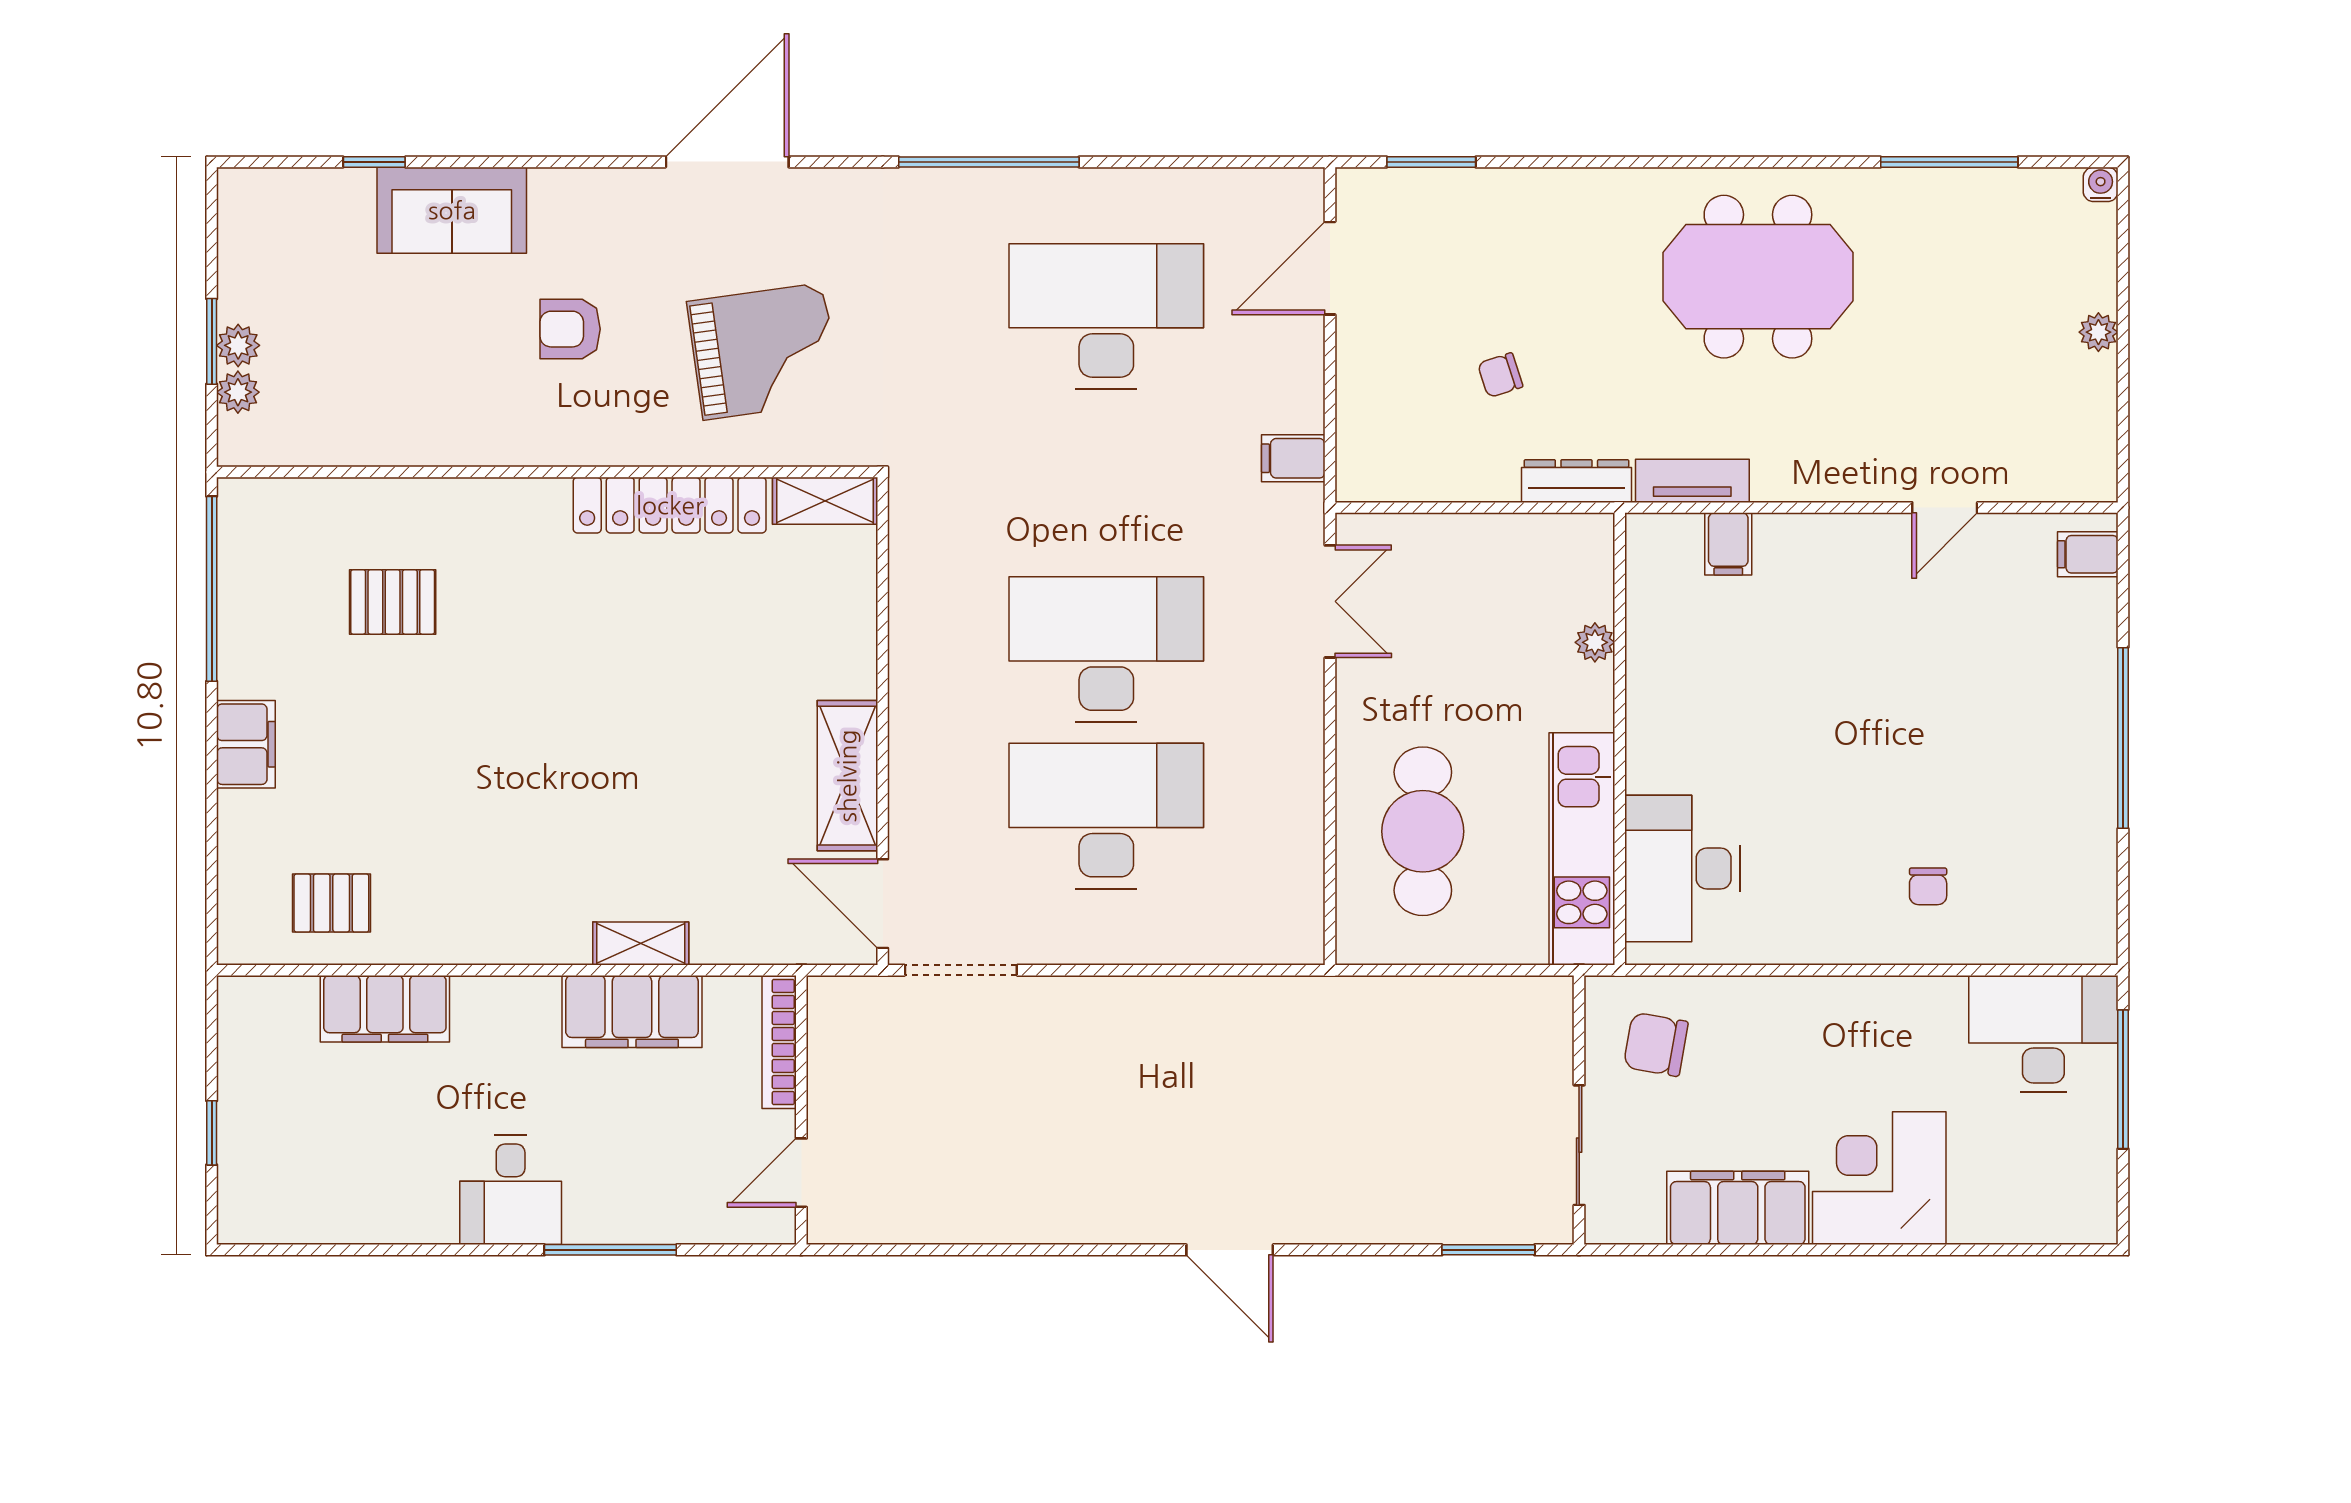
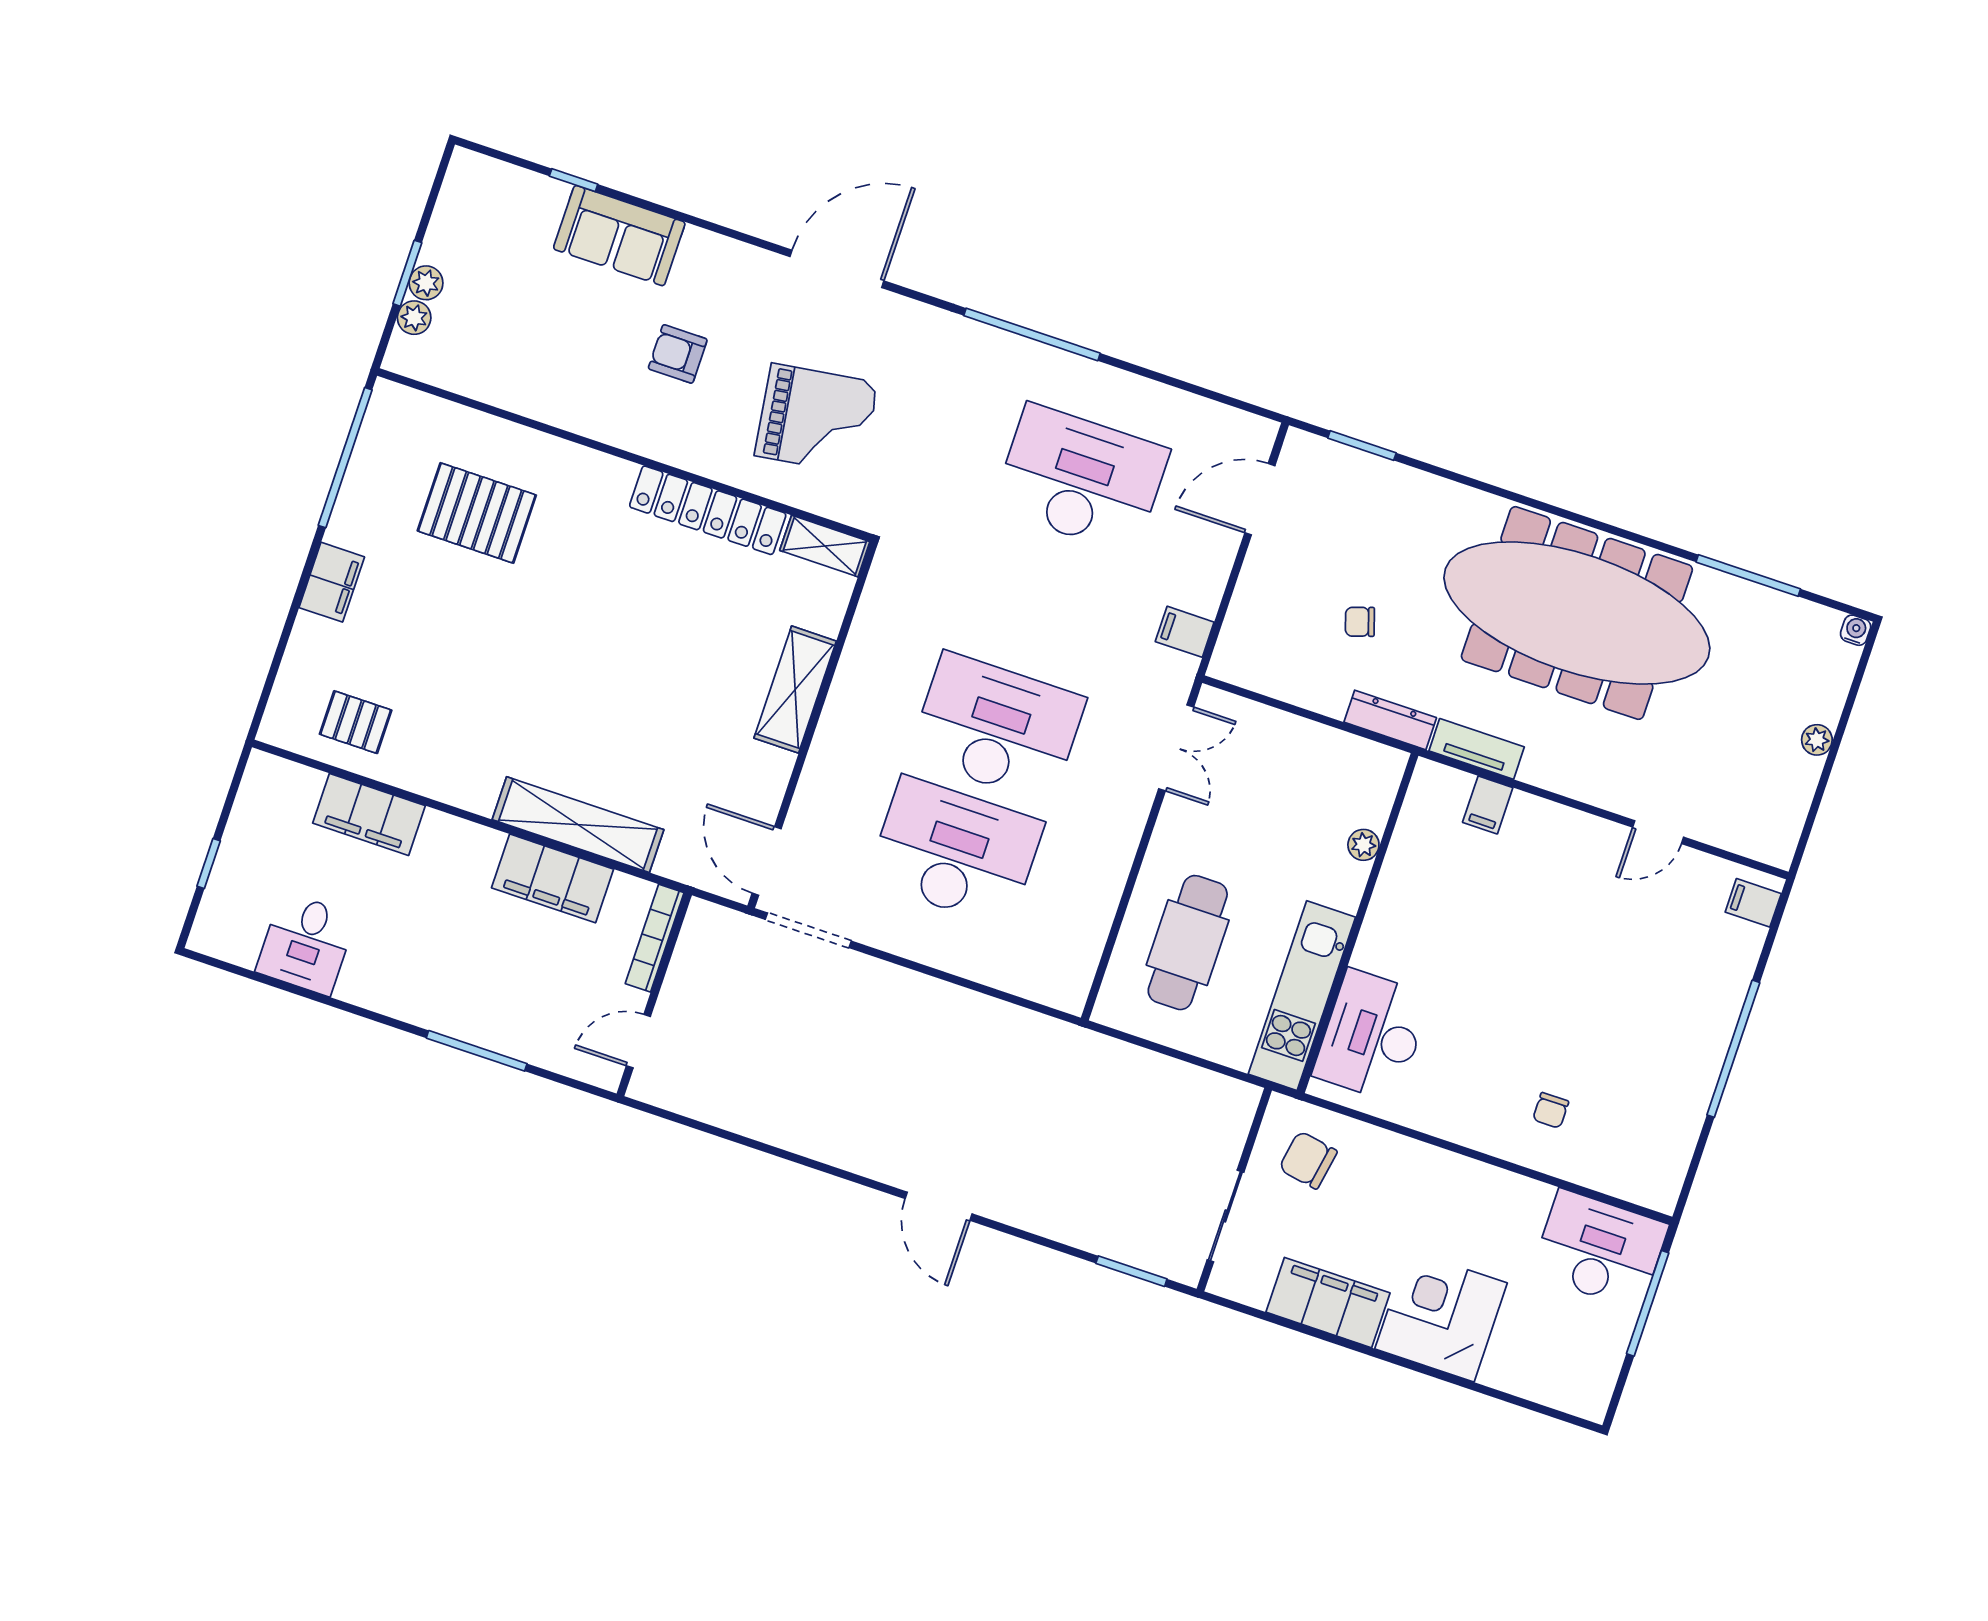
meeting table: (1758, 277) -> (1577, 613), width x1.86, depth x1.27
pallet: (393, 602) -> (477, 513), width x1.50, depth x1.42
shelving: (847, 776) -> (795, 690), moved
shelving: (641, 944) -> (578, 825), width x2.20, depth x1.33
desk: (511, 1190) -> (306, 944), moved

